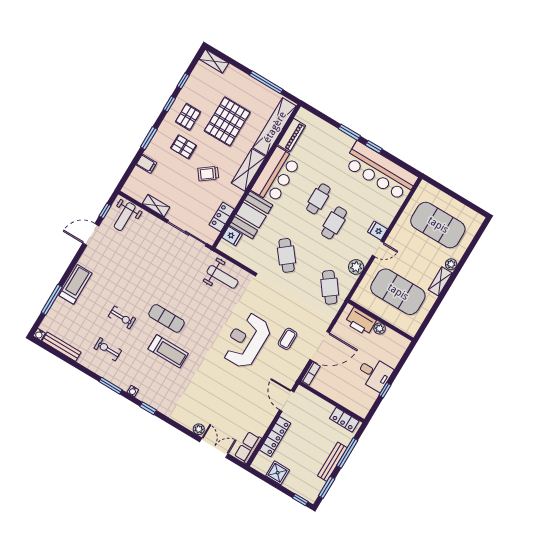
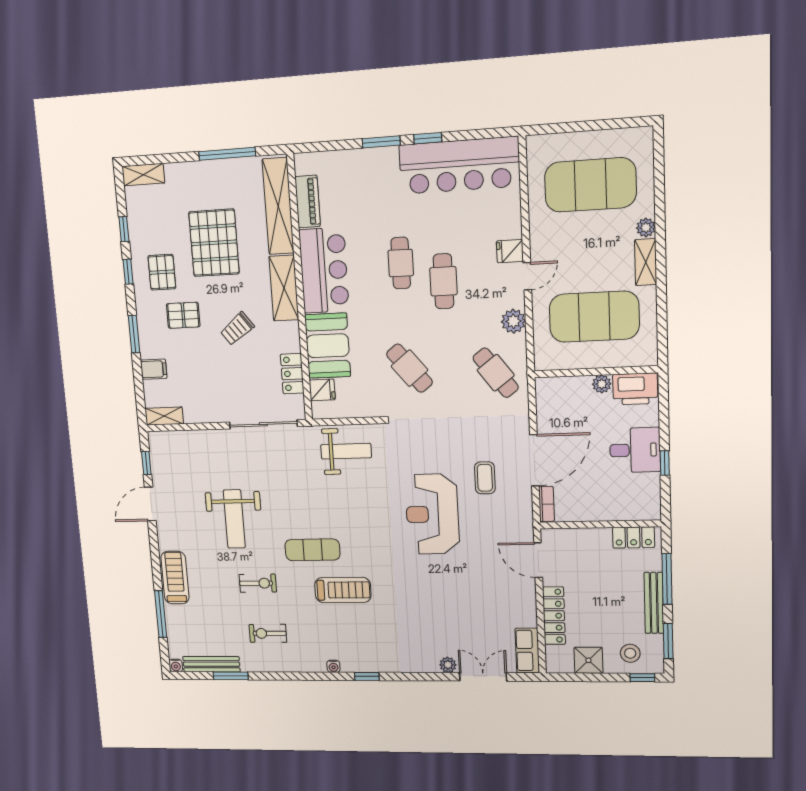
shelving: (156, 206) -> (164, 416), moved
weight bench: (125, 217) -> (234, 519), moved, width x1.36, depth x1.33
printer: (361, 321) -> (635, 389), moved
window: (110, 386) -> (231, 676), moved
stool: (302, 482) -> (630, 653), added

